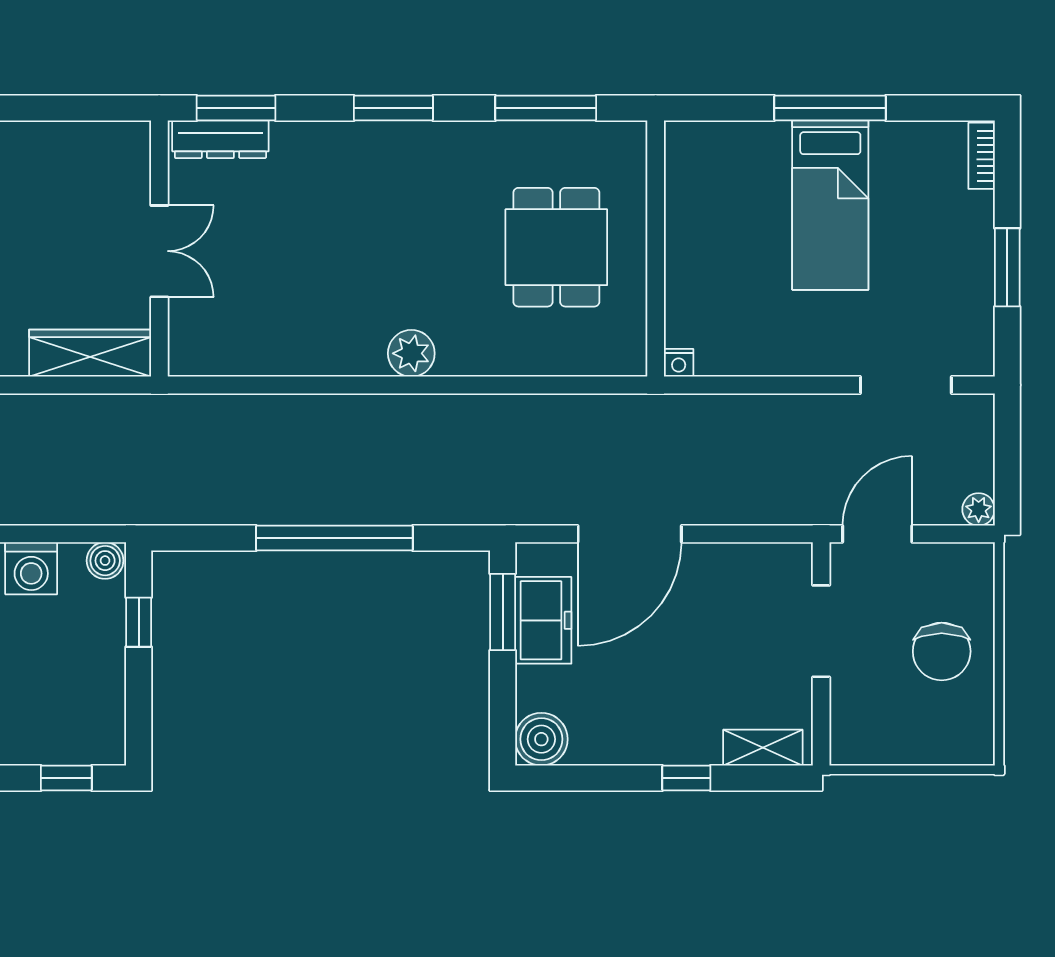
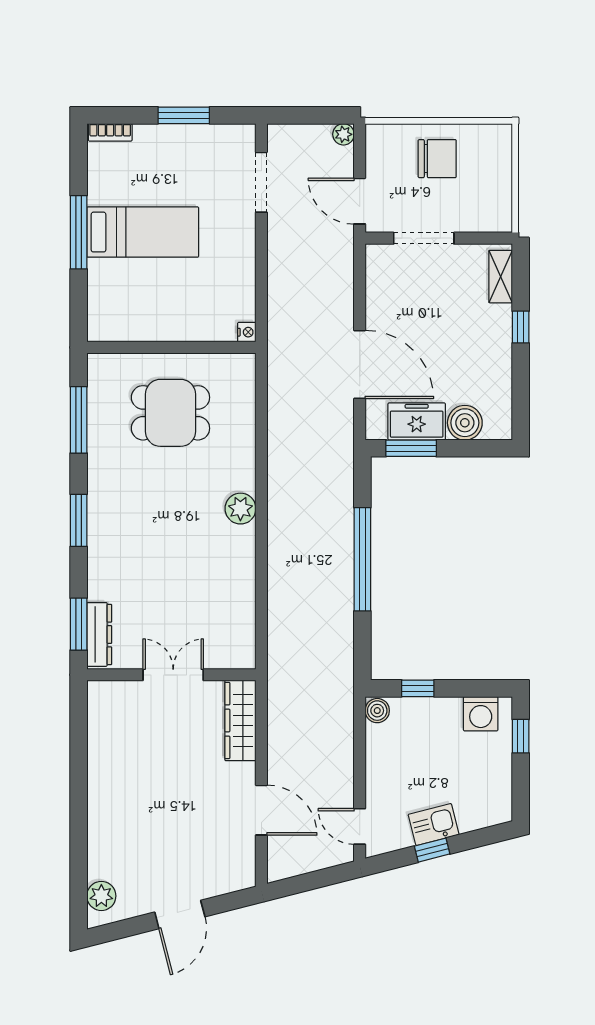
washing machine: (31, 568) -> (481, 714), moved, turned 90
boiler: (541, 739) -> (465, 423), moved

